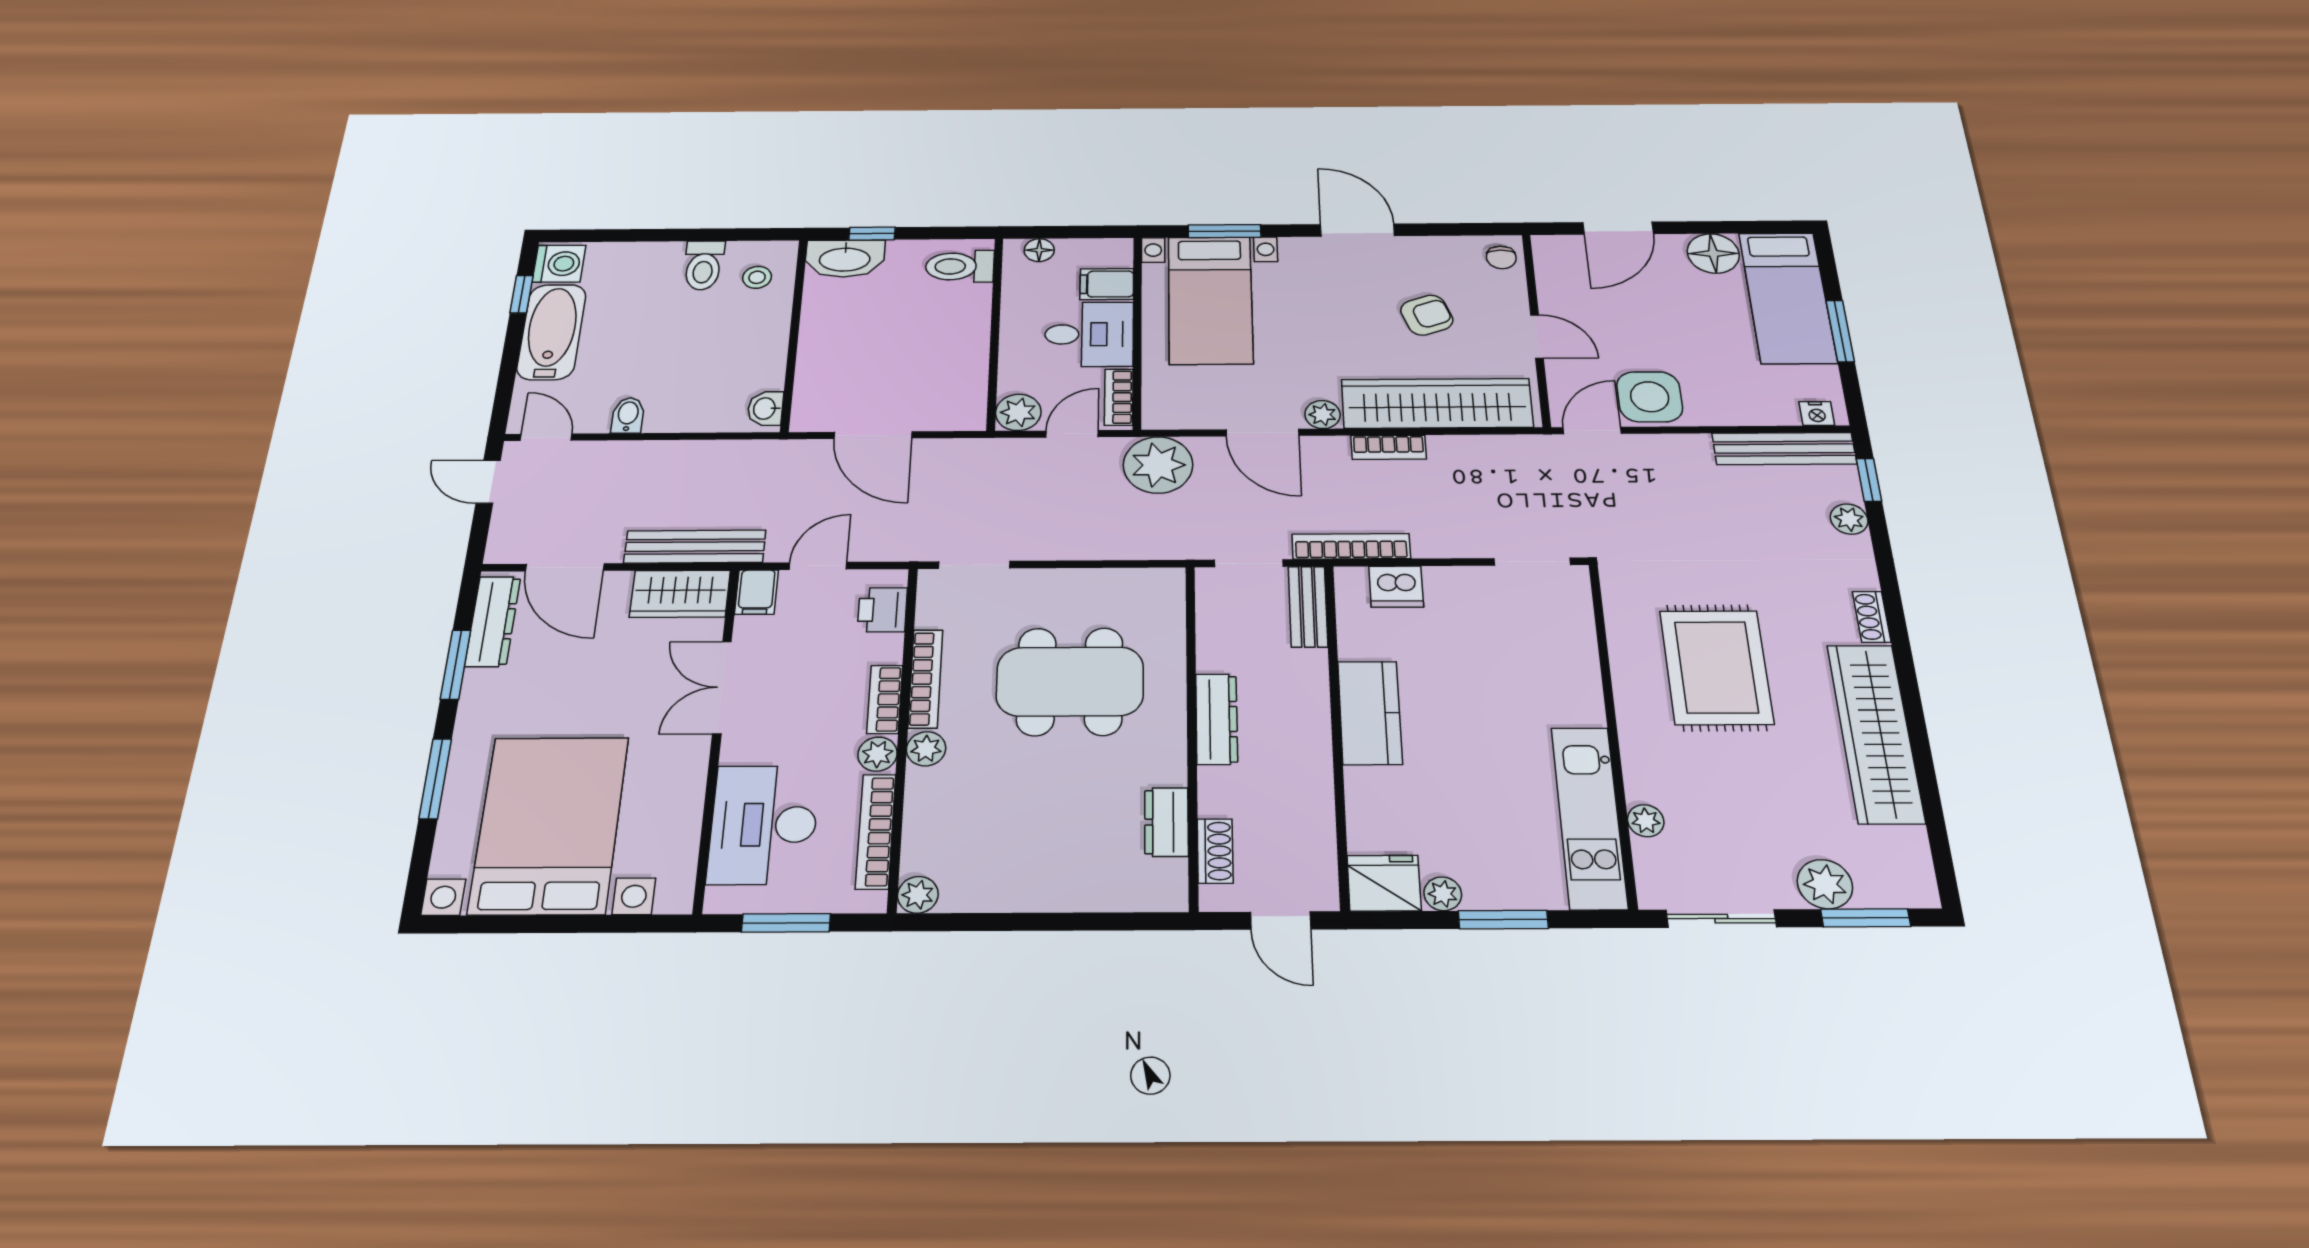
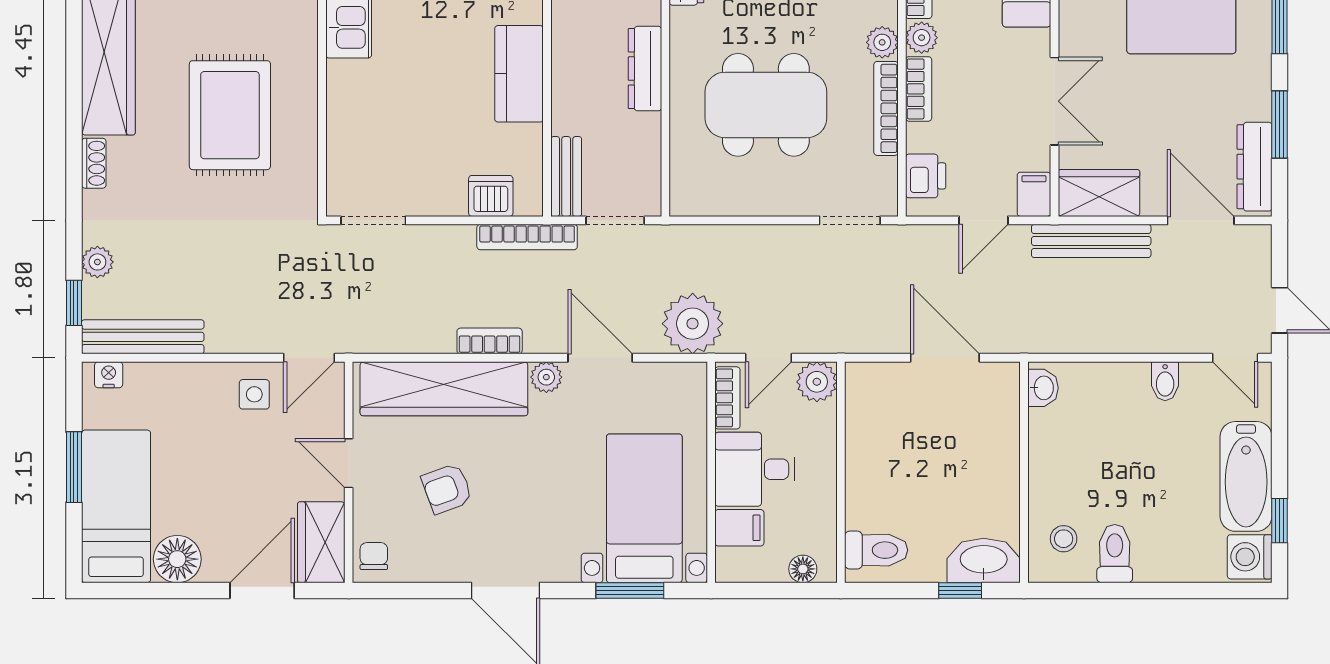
wardrobe: (1559, 269) -> (321, 542), added
side table: (1650, 397) -> (254, 394), width x0.54, depth x0.54

